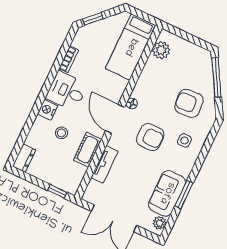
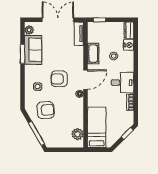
nightstand: (48, 110) -> (129, 45), moved
door: (115, 119) -> (85, 80), hinge flipped
tv unit: (105, 164) -> (79, 34), moved

